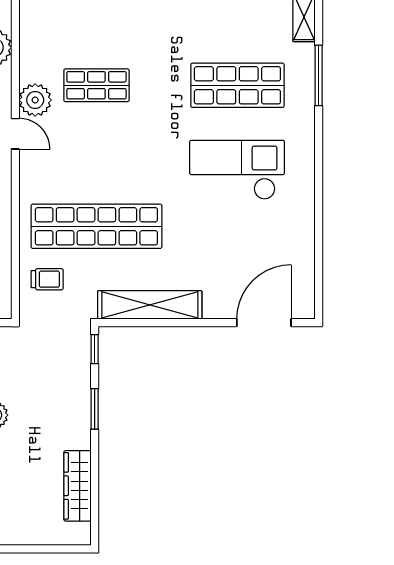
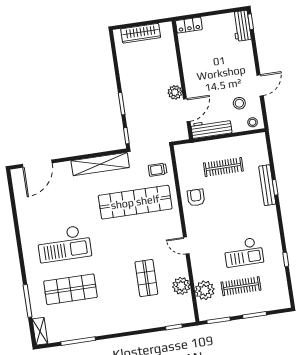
shop shelf: (96, 85) -> (146, 278), turned 90
plant: (35, 100) -> (181, 286), moved
wardrobe: (78, 486) -> (141, 33), moved, turned 90

